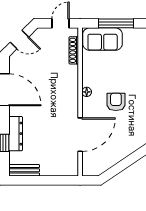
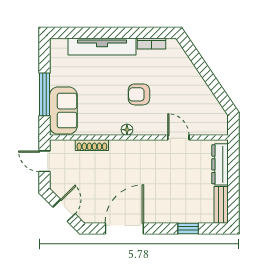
shoe rack: (74, 50) -> (92, 145), moved
dresser: (16, 134) -> (220, 164), moved, turned -90
door: (80, 135) -> (178, 137), width x0.53

